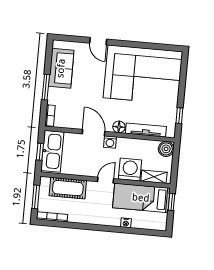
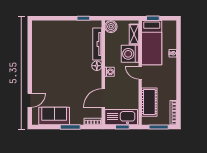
door: (98, 41) -> (30, 100), moved
corner sofa: (143, 75) -> (53, 50), removed
door: (94, 133) -> (103, 98), moved

